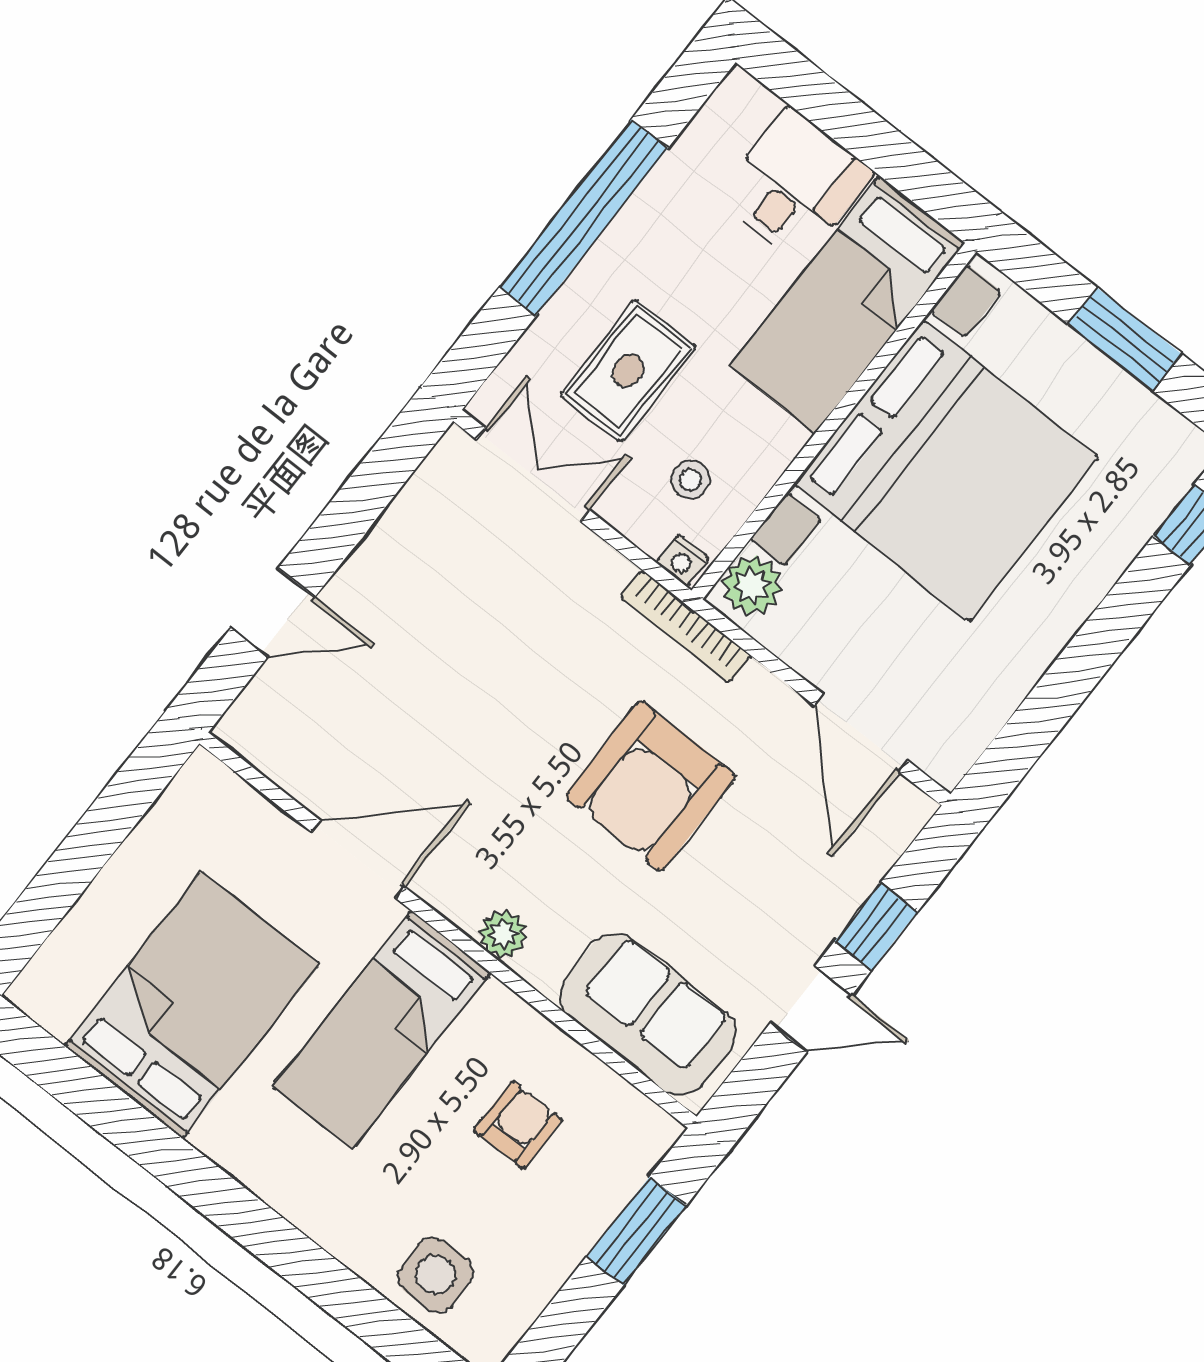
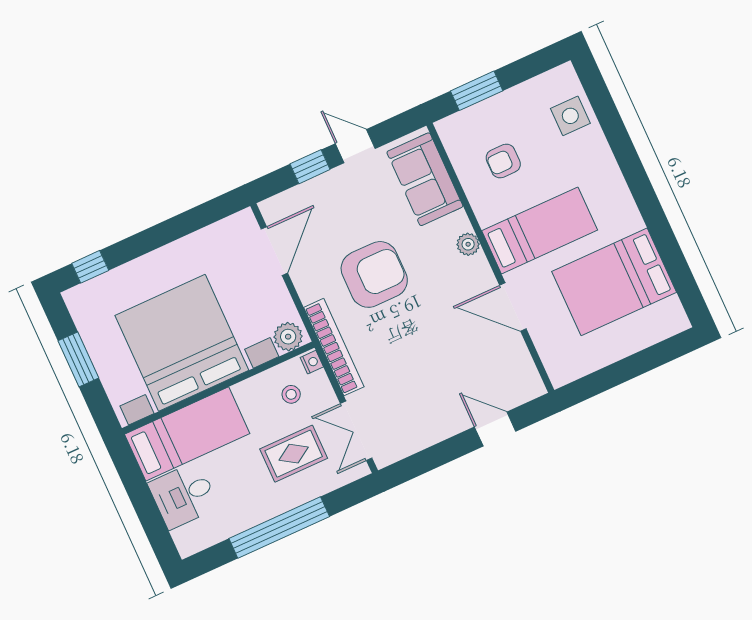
bookcase: (686, 626) -> (334, 347), width x1.48, depth x1.31

